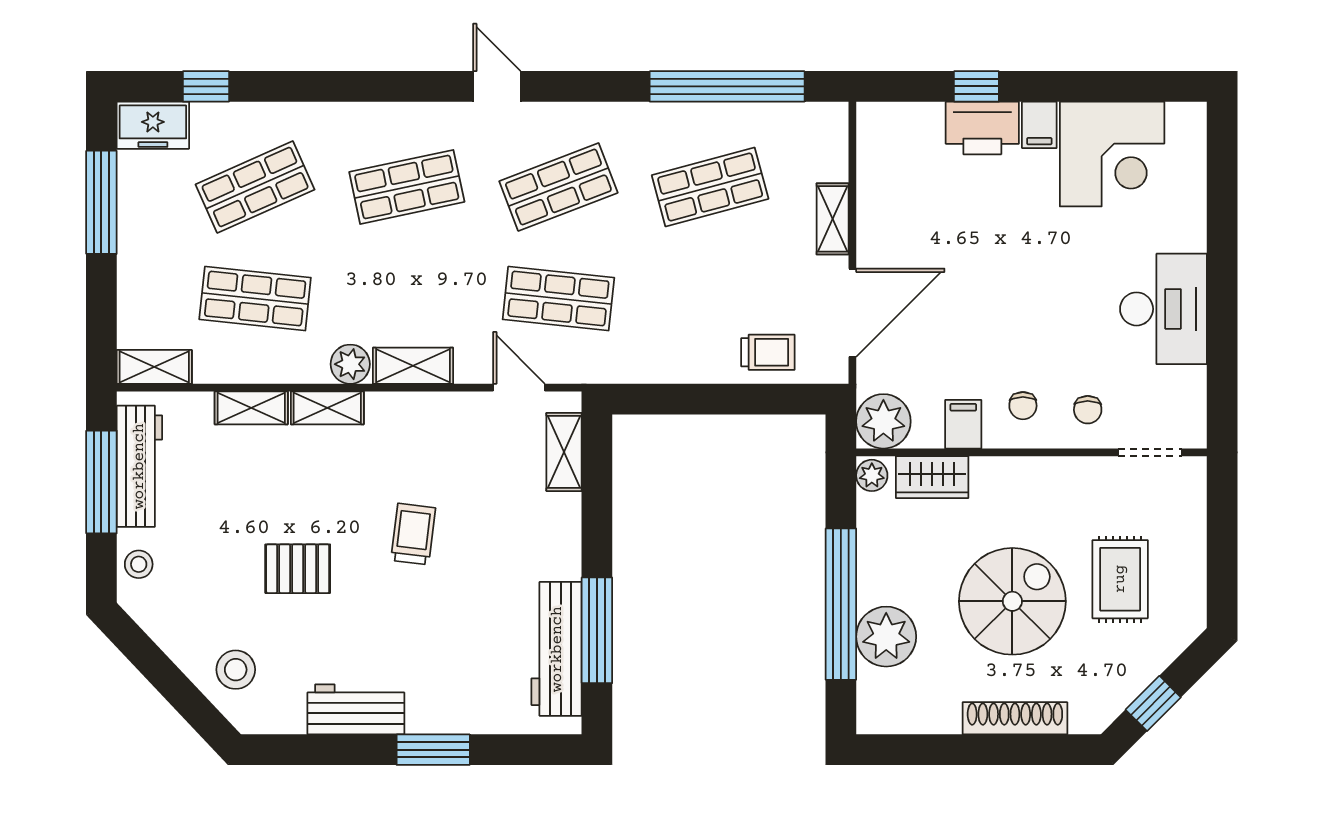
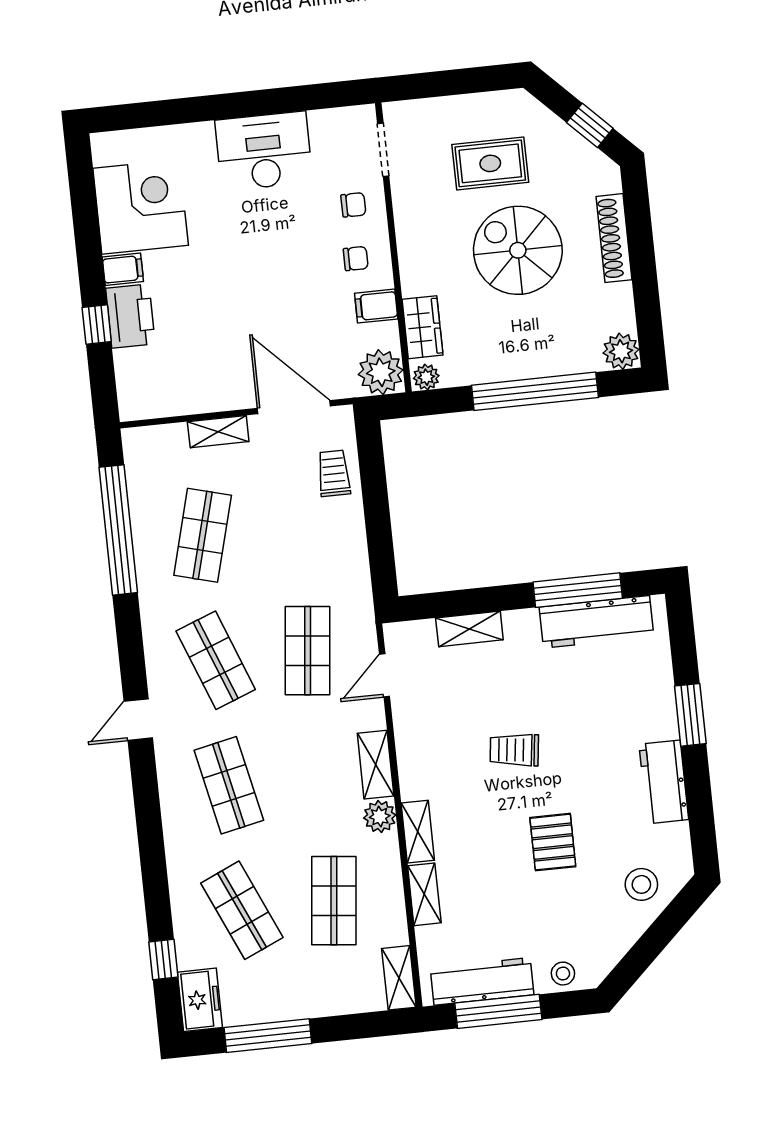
shop shelf: (710, 187) -> (203, 535), turned 30
shelving: (564, 452) -> (469, 629), moved
plant: (886, 637) -> (621, 351), moved, width x0.73, depth x0.73

